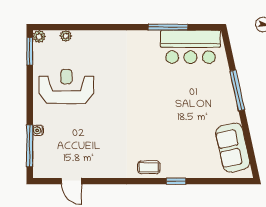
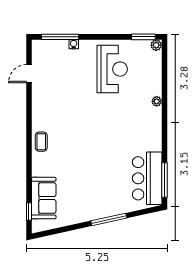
window: (168, 27) -> (164, 180), moved
plant: (66, 36) -> (157, 101), moved
sofa: (233, 148) -> (44, 198), moved, turned 102
window: (176, 181) -> (29, 211), moved

